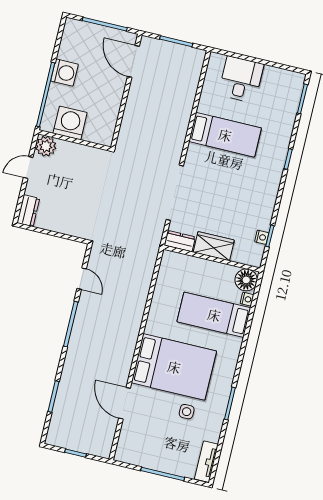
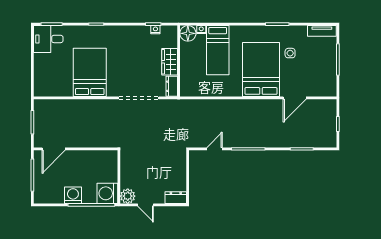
desk: (241, 79) -> (48, 39), moved
washing machine: (70, 123) -> (107, 193), moved
bed: (225, 135) -> (90, 72), width x1.50

